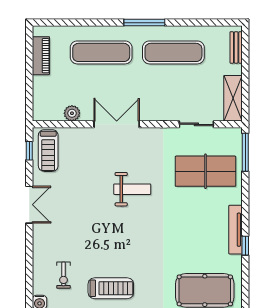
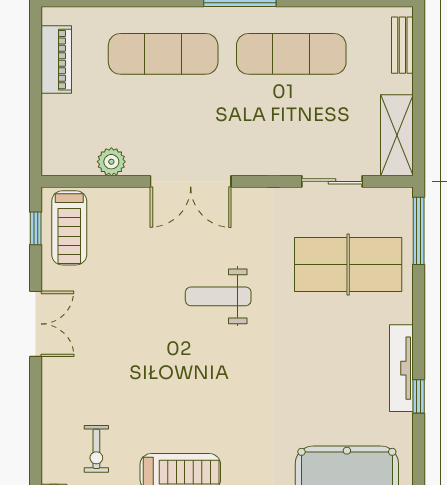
double door: (117, 124) -> (191, 181), swing flipped
weight bench: (132, 189) -> (218, 296), turned 180

